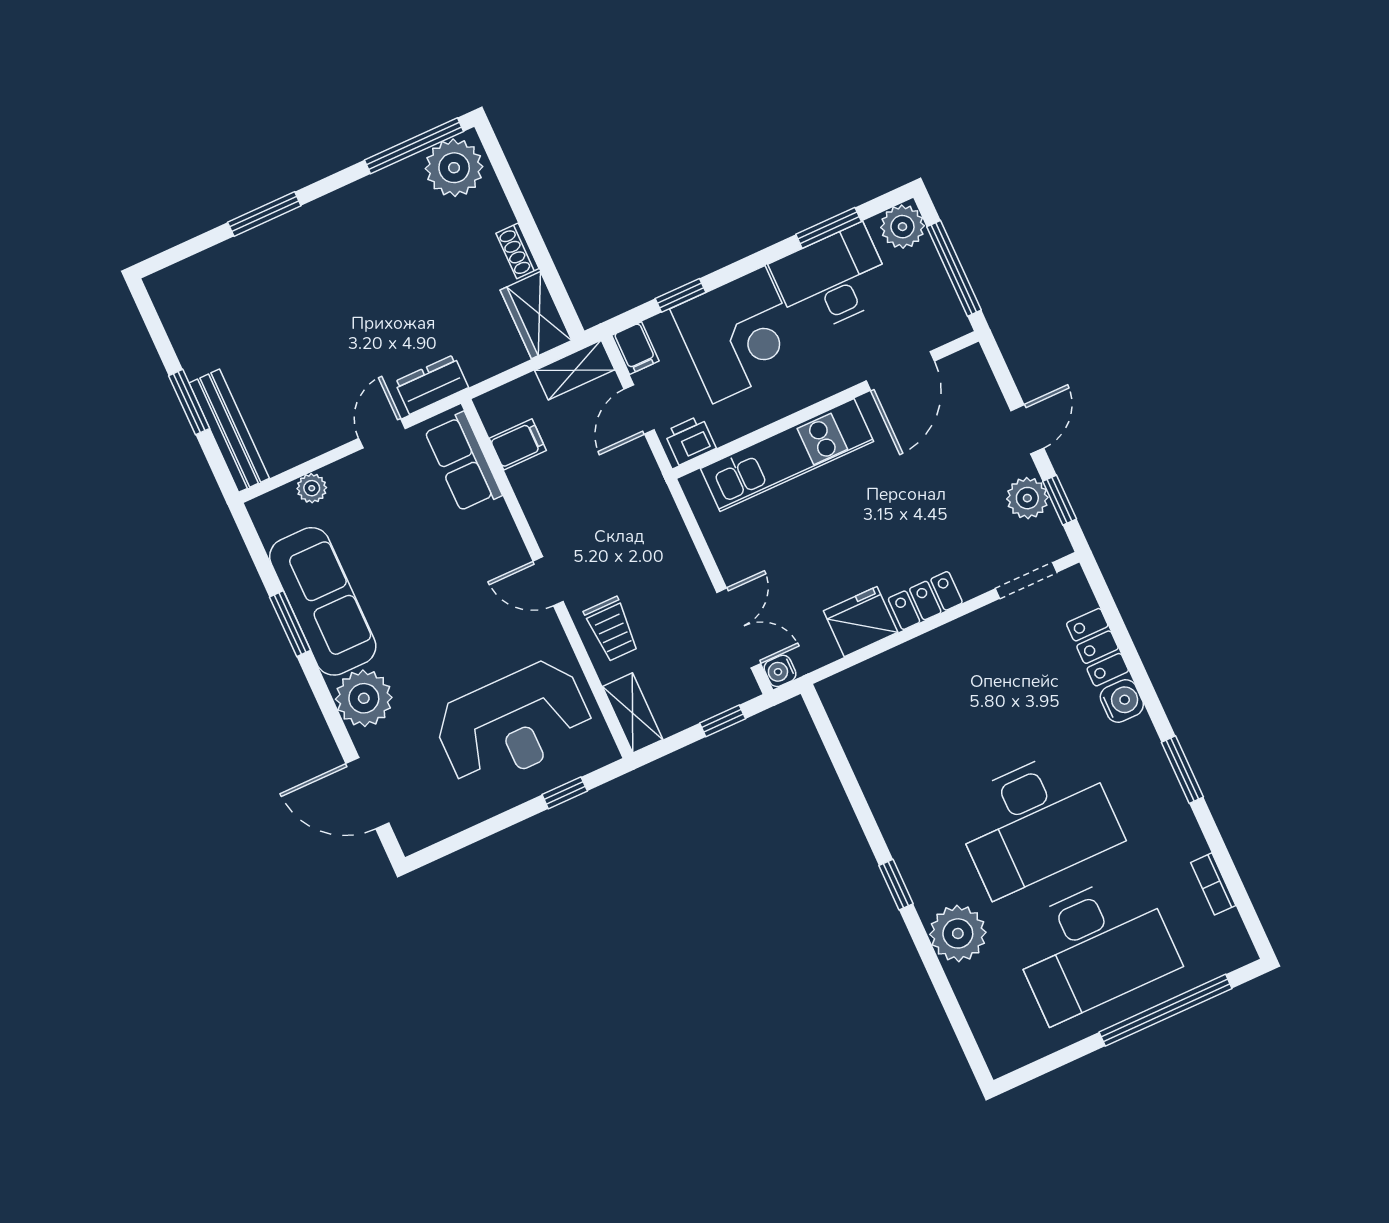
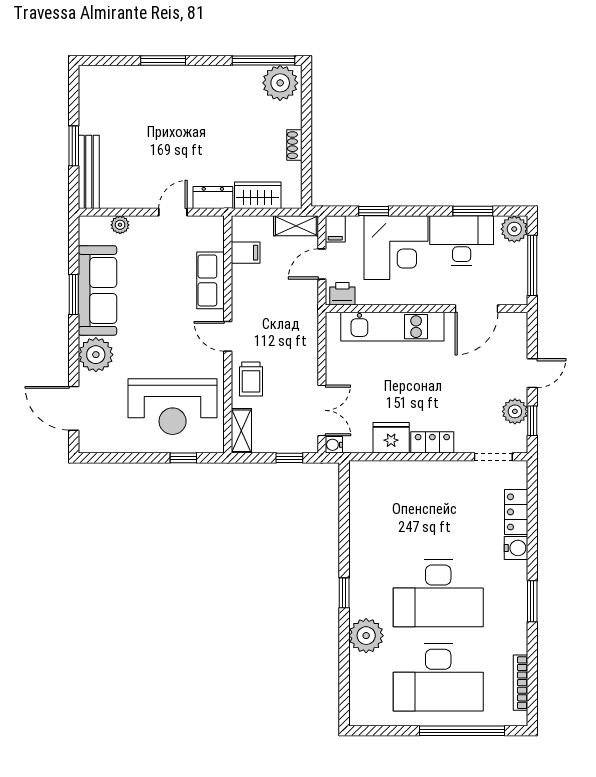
wardrobe: (536, 315) -> (258, 195), moved, turned 90
row of seats: (463, 462) -> (211, 280), moved
bookcase: (1213, 884) -> (520, 683), width x1.56

